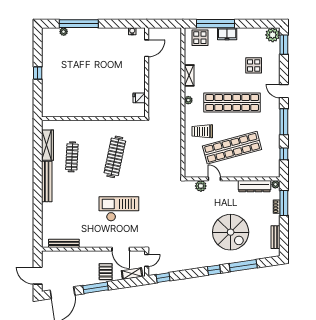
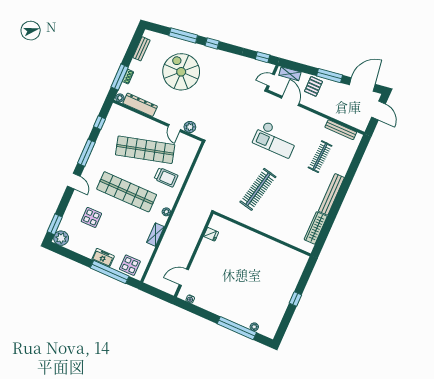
clothes rail: (72, 157) -> (320, 157), moved

